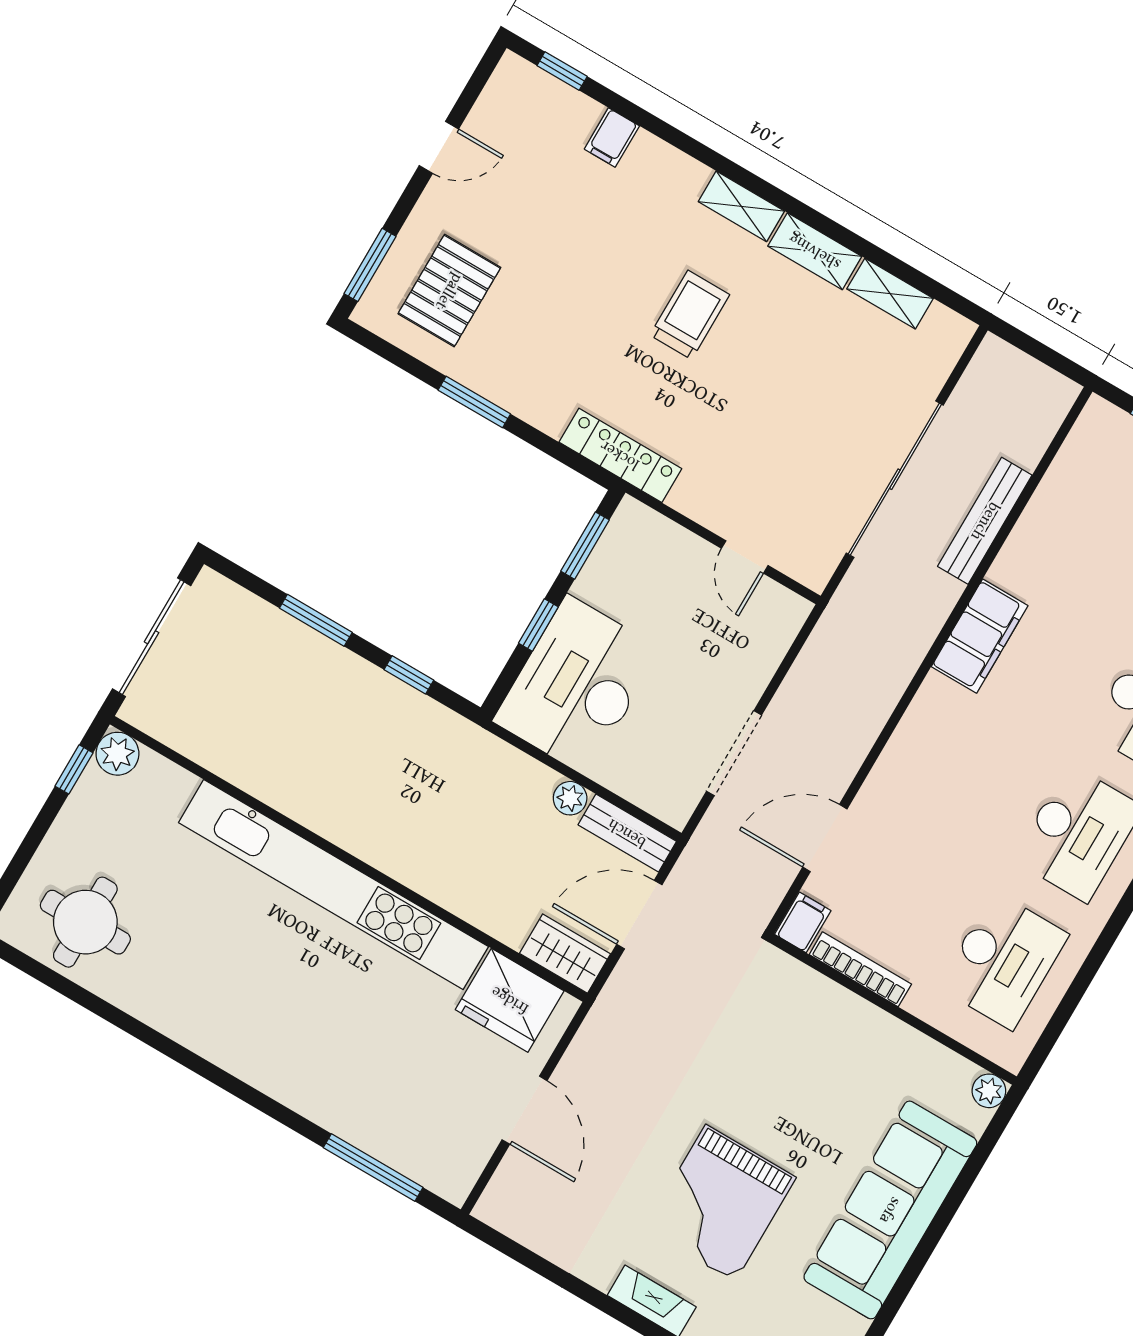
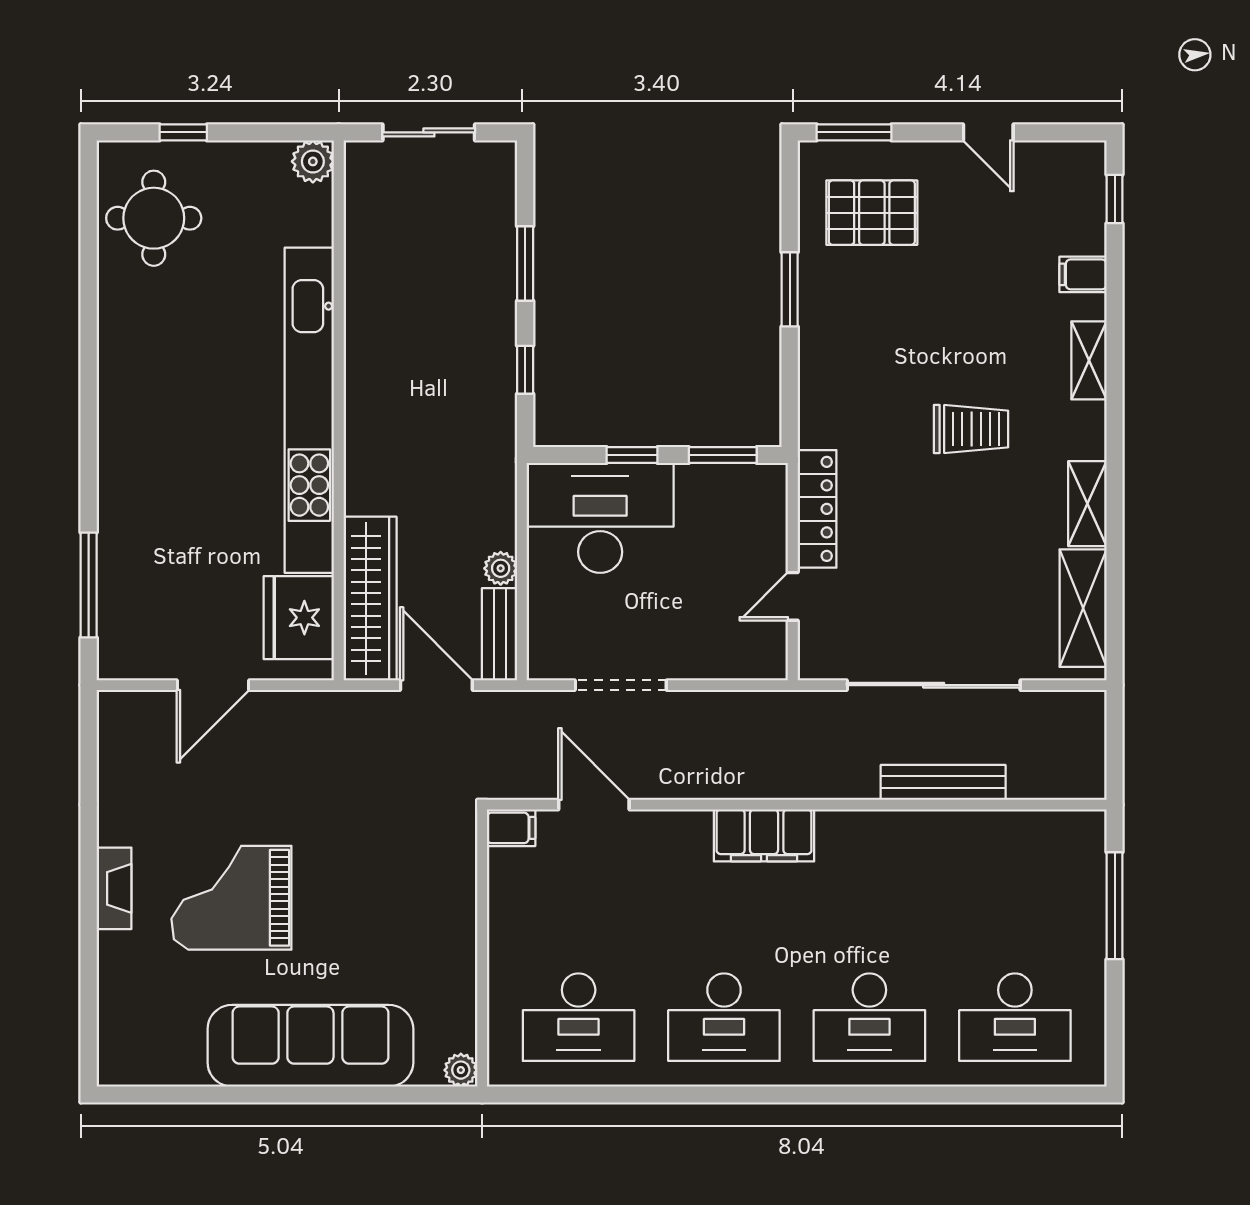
shelving: (741, 206) -> (1089, 360), moved
shelving: (890, 294) -> (1083, 608), width x1.50, depth x1.33
locker: (620, 455) -> (817, 509), moved
filing cabinet: (980, 636) -> (764, 835), moved
sliding door: (152, 637) -> (429, 132), width x0.73
window: (74, 769) -> (183, 132), moved
wardrobe: (565, 954) -> (370, 599), width x2.10, depth x1.17
bookcase: (860, 969) -> (500, 900), removed

